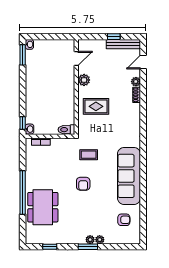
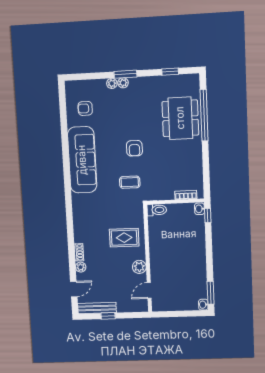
armchair: (83, 184) -> (134, 148), turned 180
window: (23, 192) -> (204, 115), moved

